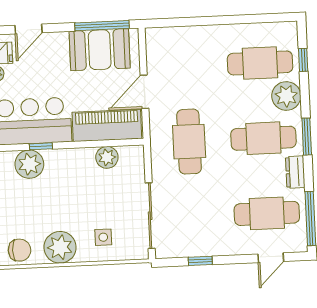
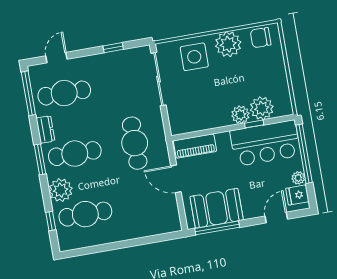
door: (144, 92) -> (176, 179), swing flipped
piano: (107, 125) -> (195, 146), width x0.73, depth x0.75
plant: (107, 157) -> (240, 115), moved
side table: (103, 237) -> (194, 57), width x1.87, depth x1.87

